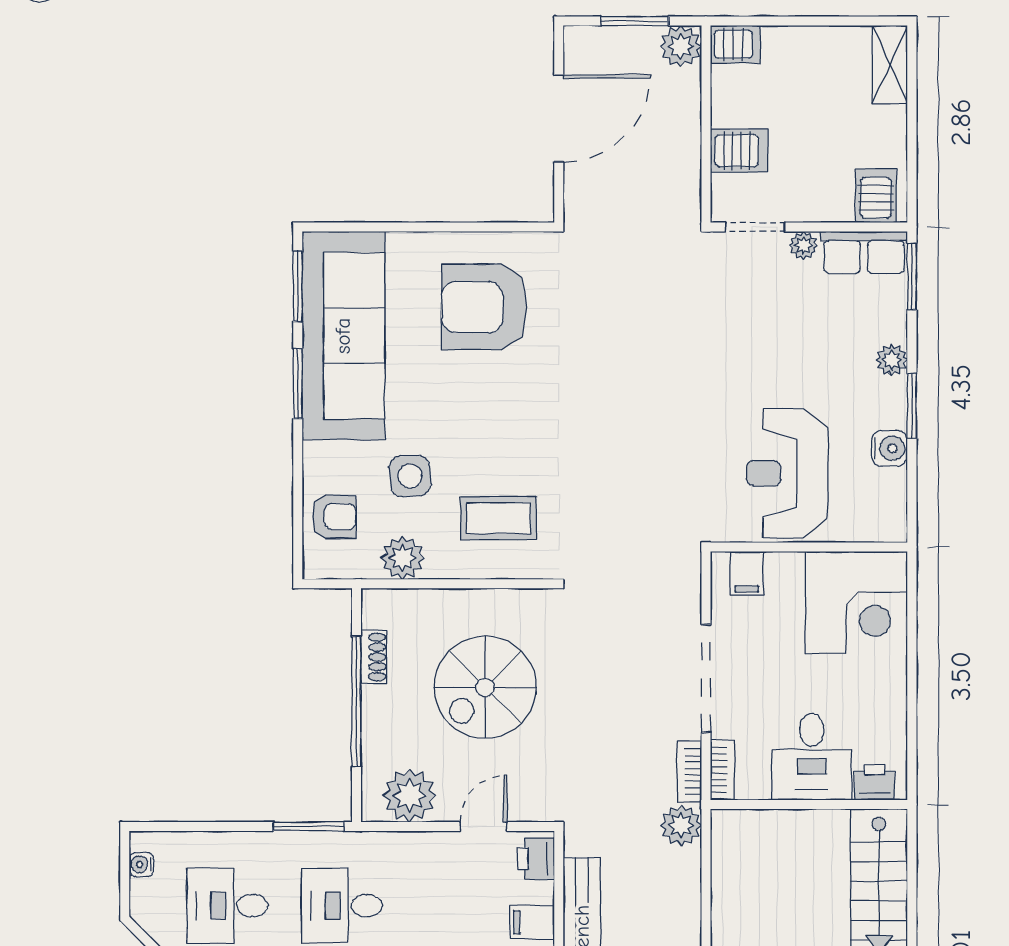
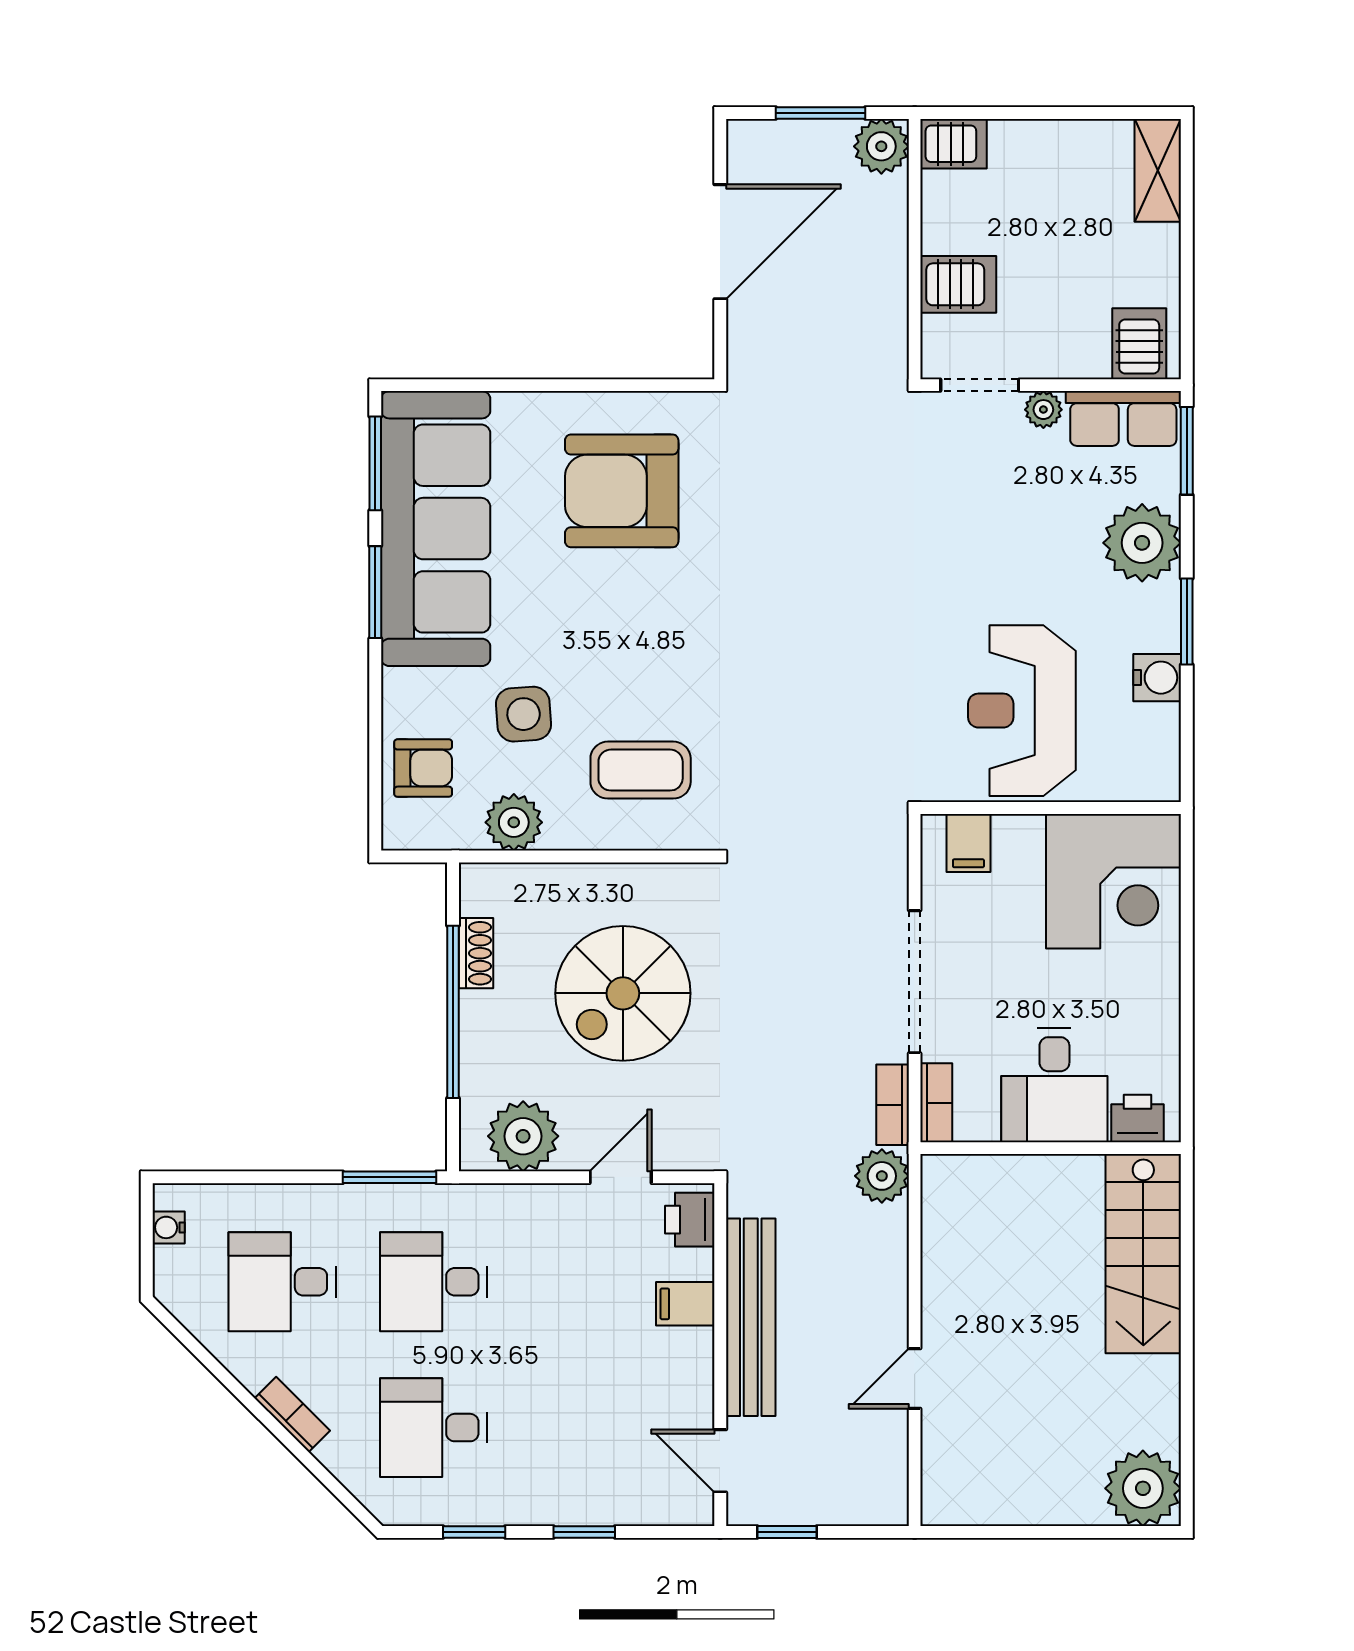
plant: (892, 360) -> (1142, 543), width x1.88, depth x1.88

